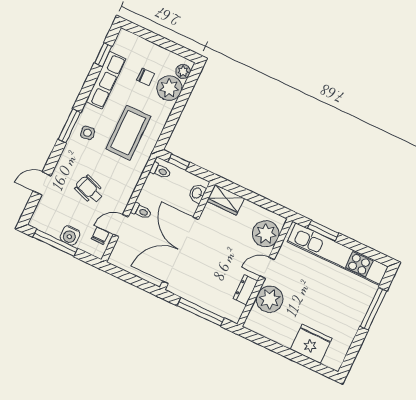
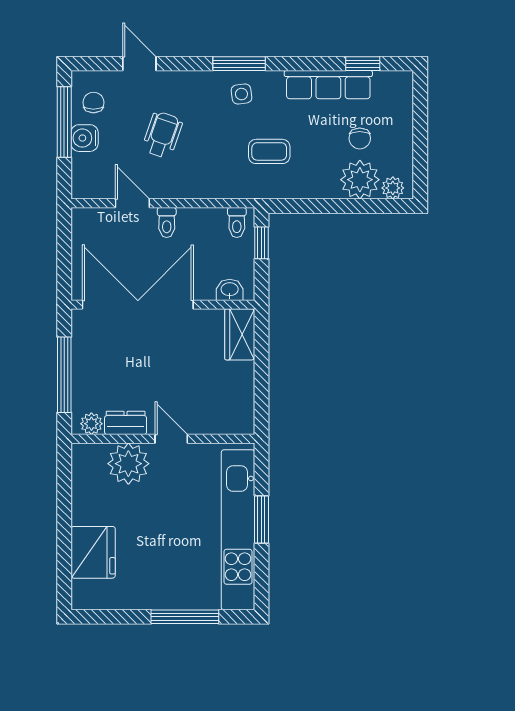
coffee table: (128, 133) -> (269, 151), width x0.54, depth x0.58
window: (323, 231) -> (261, 519), moved
plant: (266, 234) -> (91, 424), moved, width x0.53, depth x0.53
chair: (100, 236) -> (93, 103), moved, turned -90

